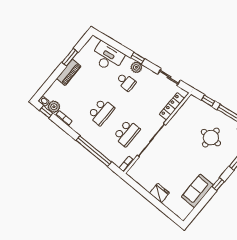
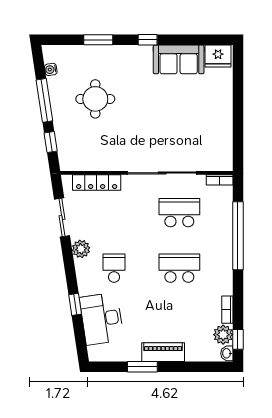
window: (138, 58) -> (75, 304), moved
plant: (136, 67) -> (81, 249), moved
fridge: (159, 193) -> (218, 56), moved, turned -90

